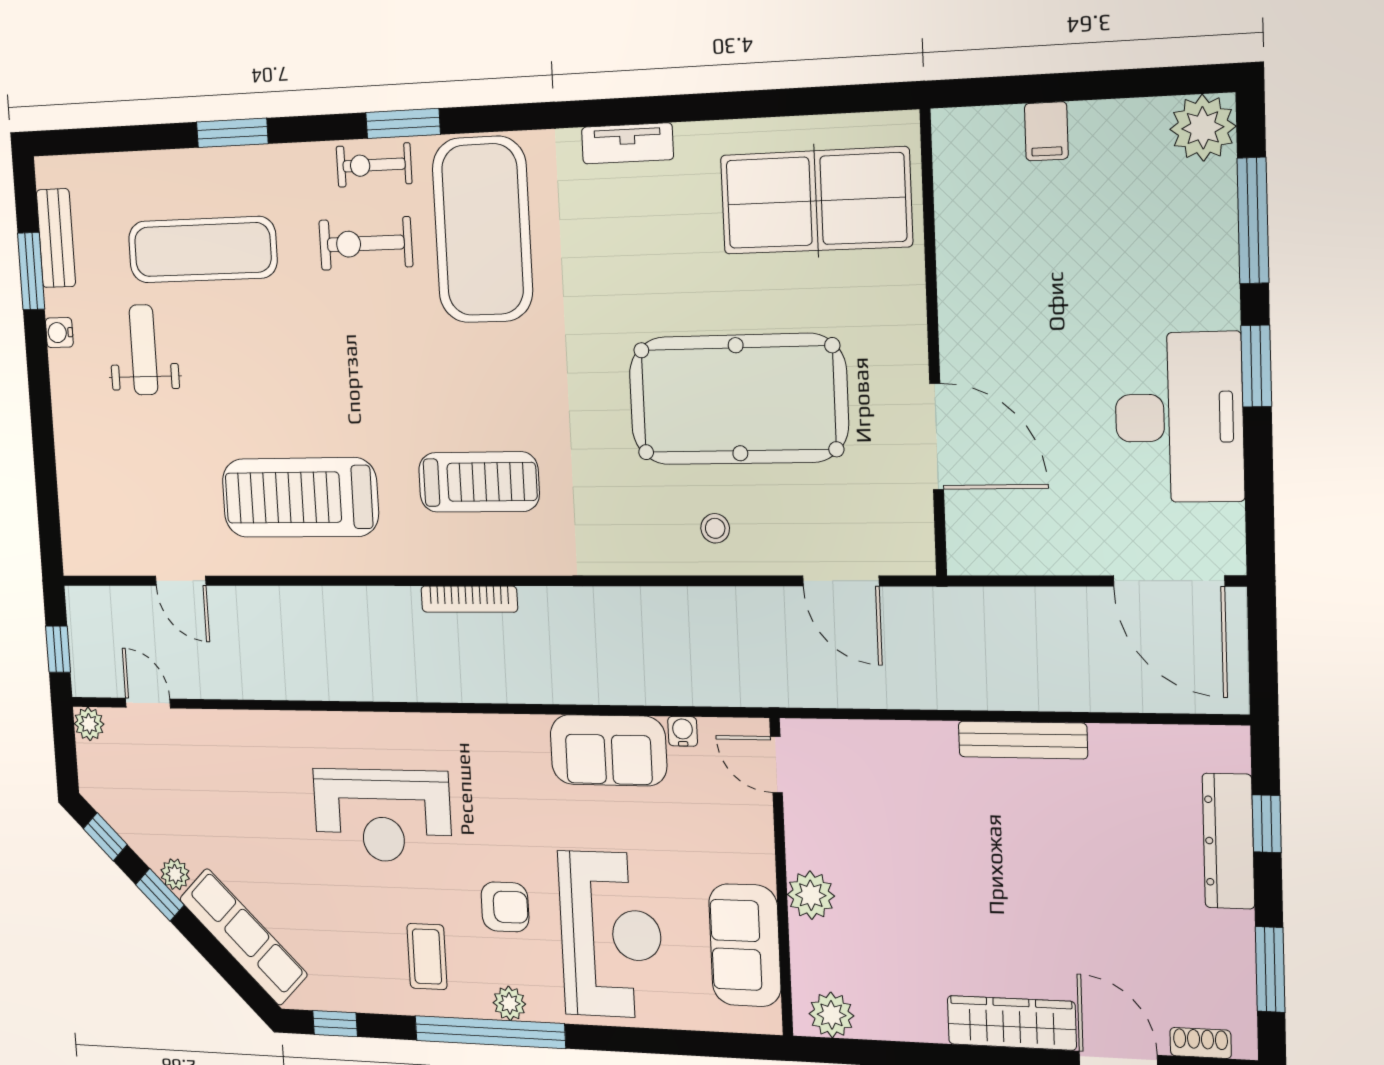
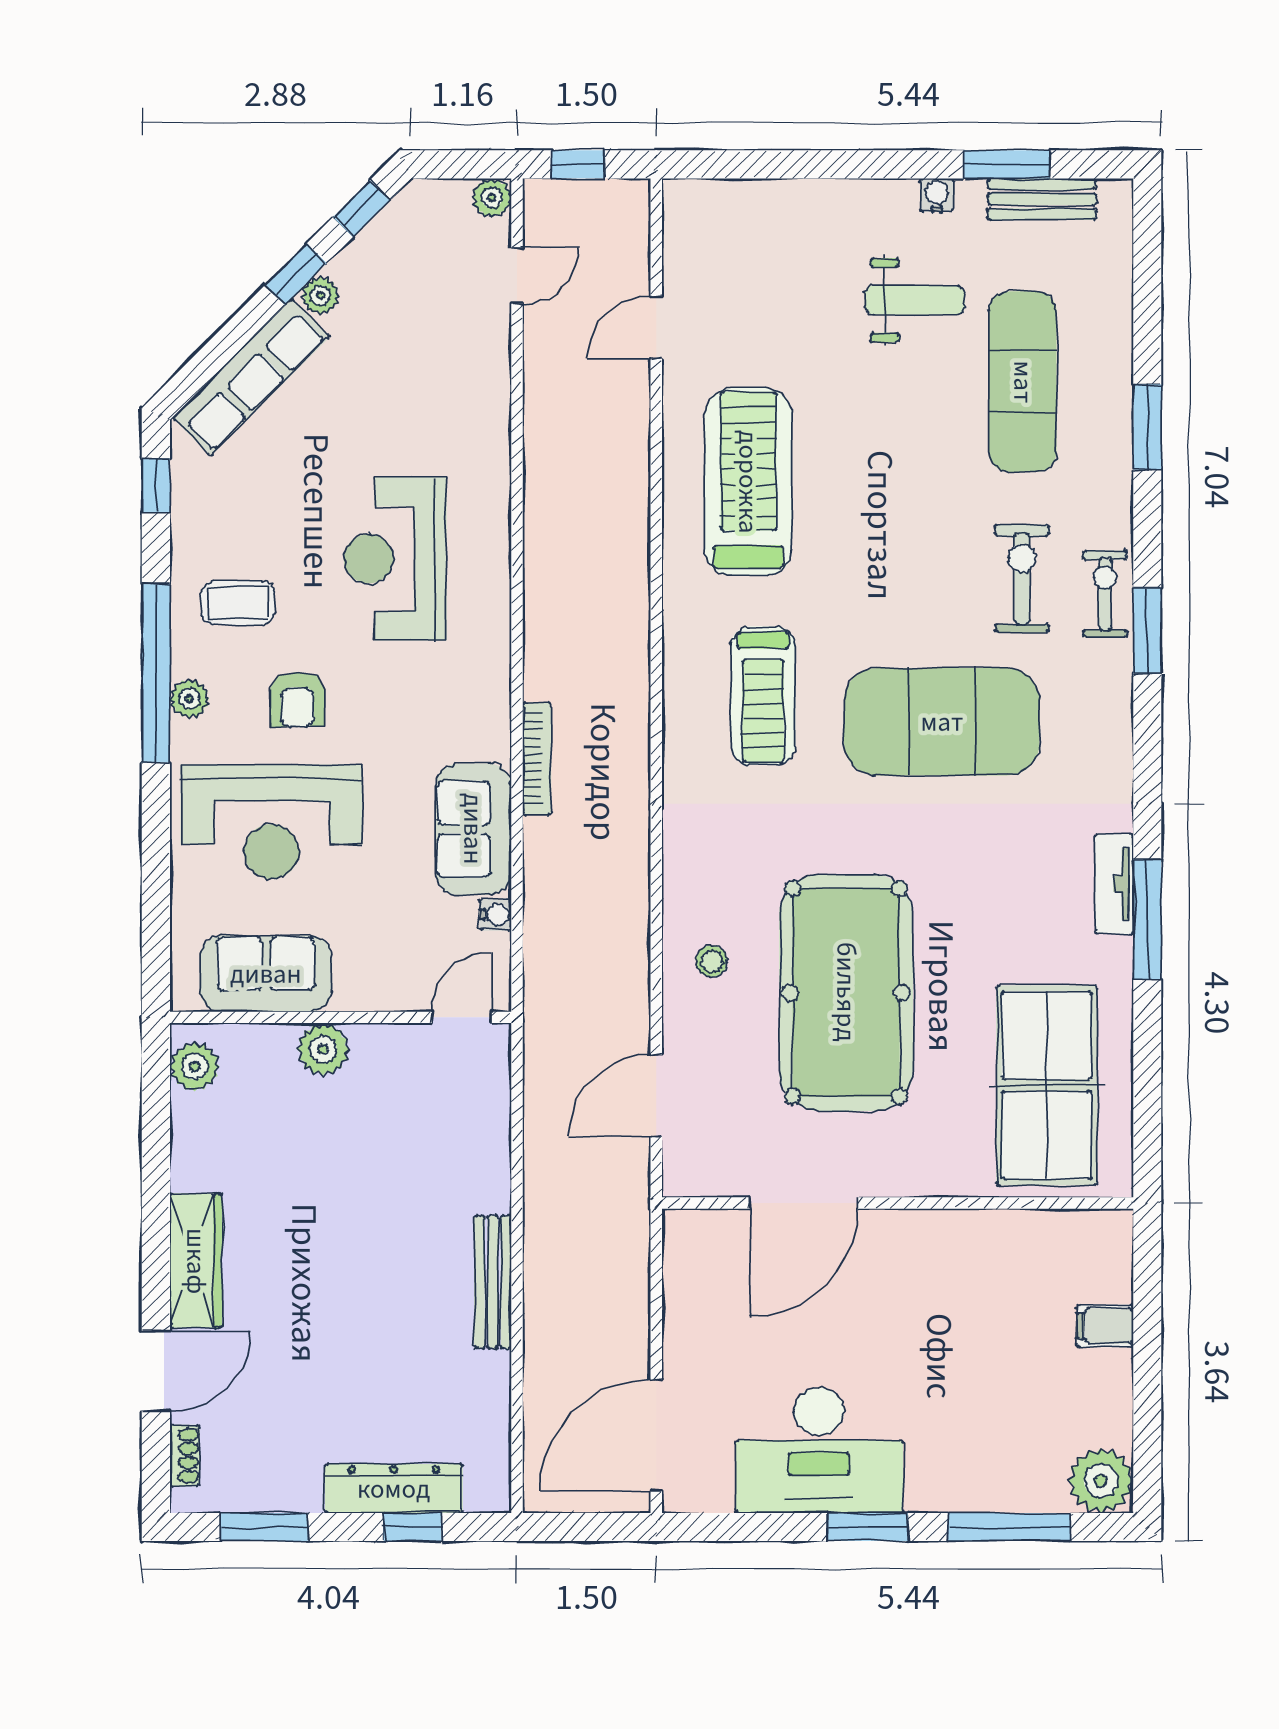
window: (658, 109) -> (1147, 919), added
exercise mat: (482, 230) -> (942, 722), moved
bookcase: (469, 599) -> (537, 759), moved, turned 180

